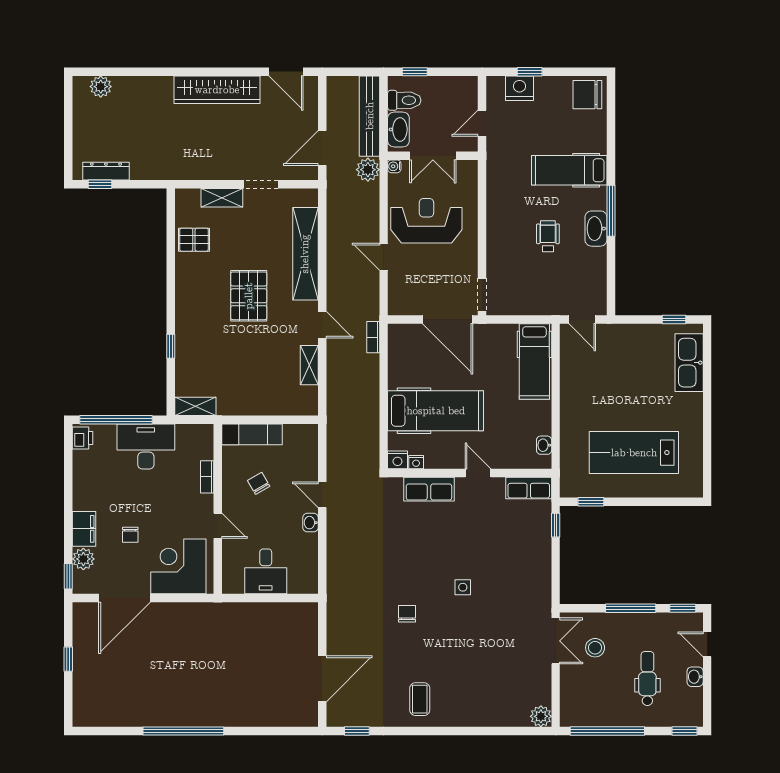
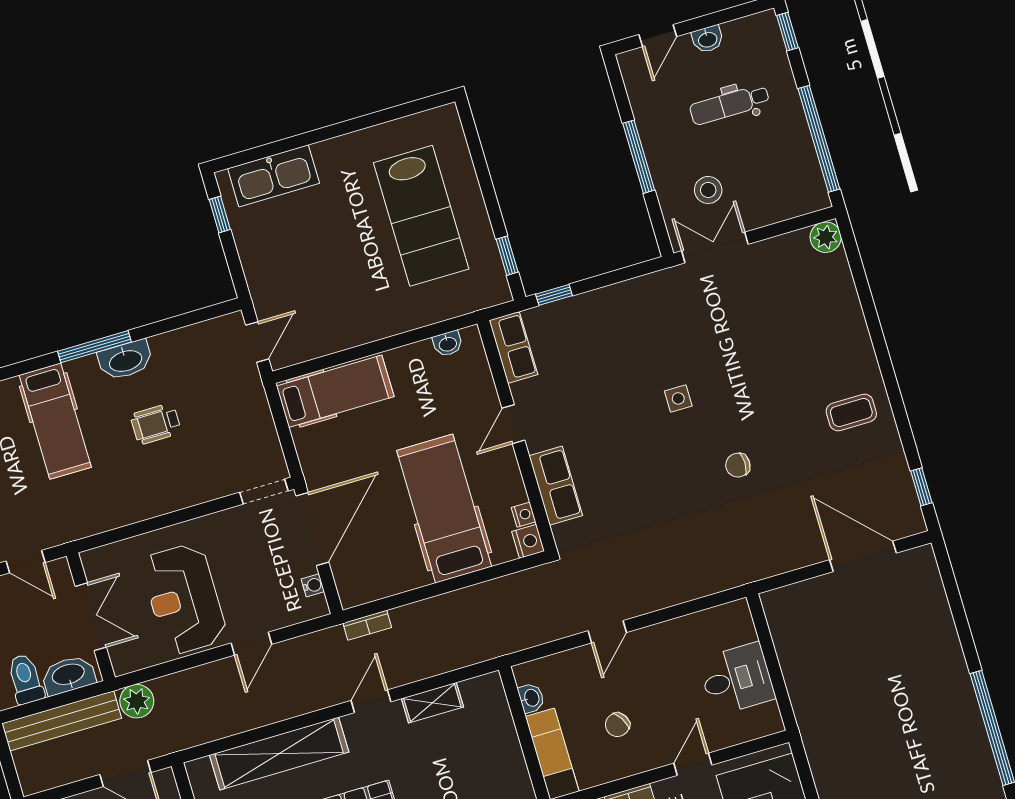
water cooler: (394, 166) -> (313, 585), moved, turned -90
washbasin: (311, 523) -> (531, 698), moved, turned -90
window: (683, 608) -> (617, 84), removed

